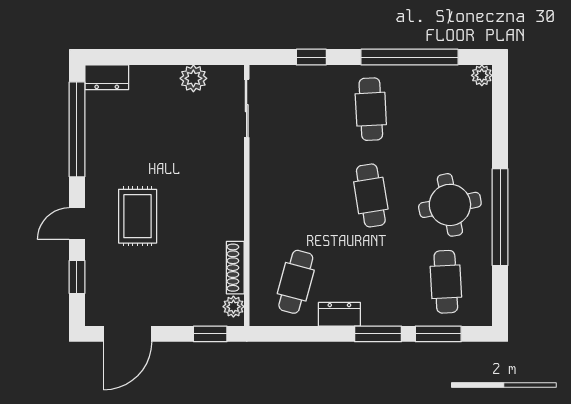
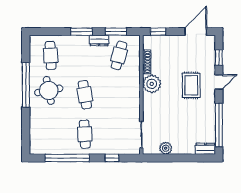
plant: (482, 75) -> (34, 150), removed
plant: (233, 307) -> (152, 84), moved, width x1.87, depth x1.87
window: (438, 334) -> (116, 32), moved

